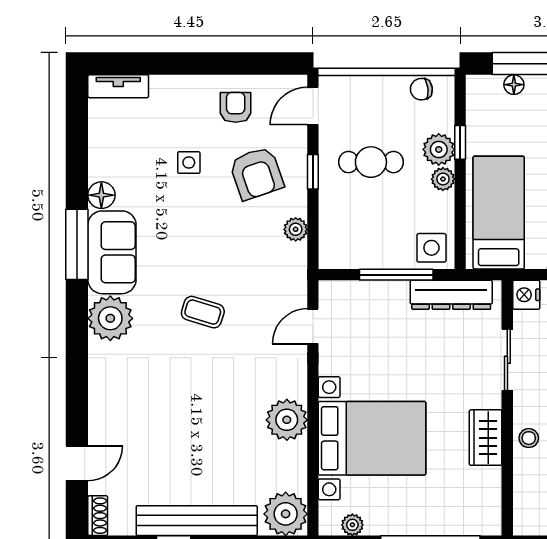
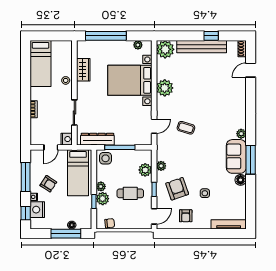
tv unit: (118, 86) -> (229, 224), width x1.41
plant: (334, 219) -> (145, 170), added
coffee table: (203, 312) -> (186, 128), moved
plant: (110, 318) -> (241, 134), width x0.53, depth x0.53
wardrobe: (486, 438) -> (83, 70), moved

